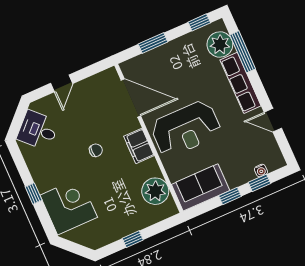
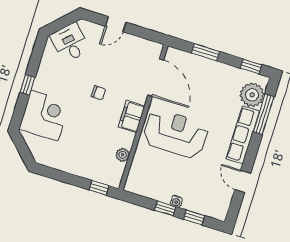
reception desk: (186, 129) -> (176, 133), turned 180
water cooler: (261, 171) -> (176, 201), moved
sofa: (201, 187) -> (150, 184), removed
plant: (155, 191) -> (123, 155), width x0.53, depth x0.53
window: (133, 239) -> (99, 188), moved

